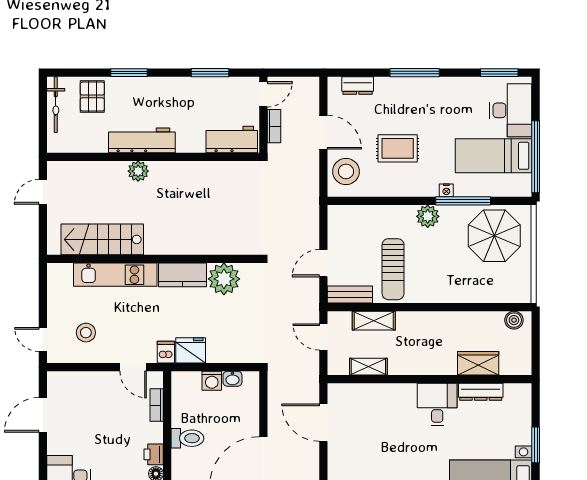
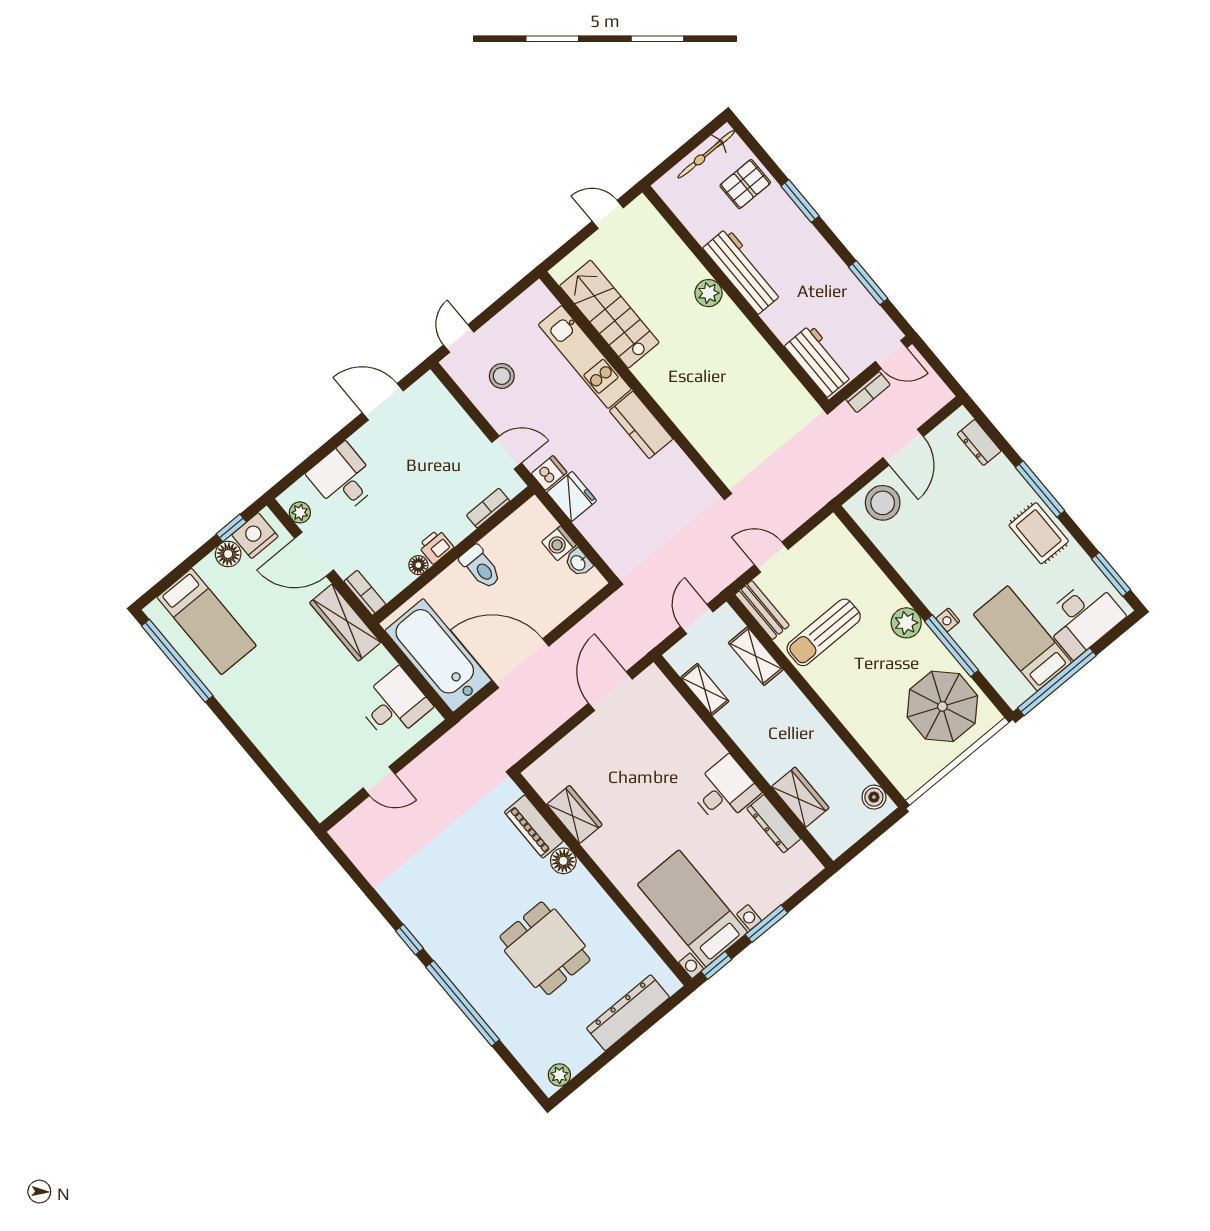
rug: (398, 148) -> (1039, 533), moved
plant: (224, 279) -> (672, 470), removed
door: (133, 367) -> (507, 453), swing flipped

